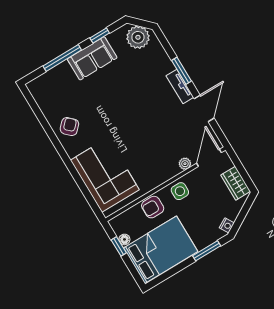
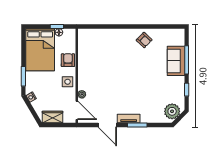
sofa: (92, 58) -> (176, 61), moved
corner sofa: (105, 175) -> (103, 44), removed

